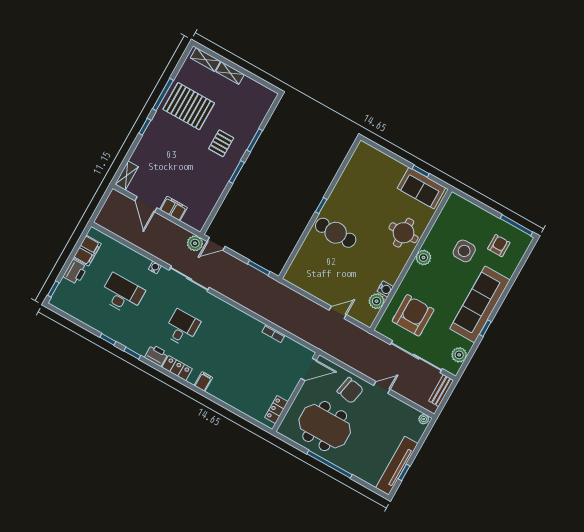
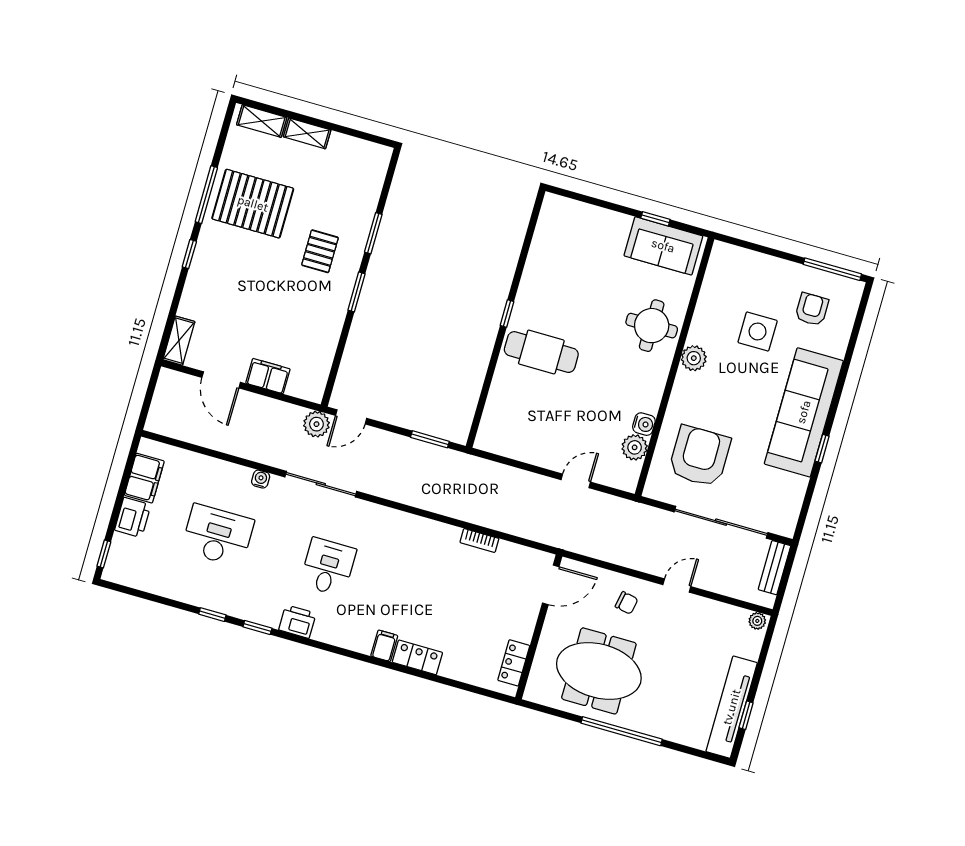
plant: (459, 355) -> (790, 503), removed
locker: (177, 368) -> (417, 657), moved
chair: (350, 390) -> (627, 603), width x0.54, depth x0.54

